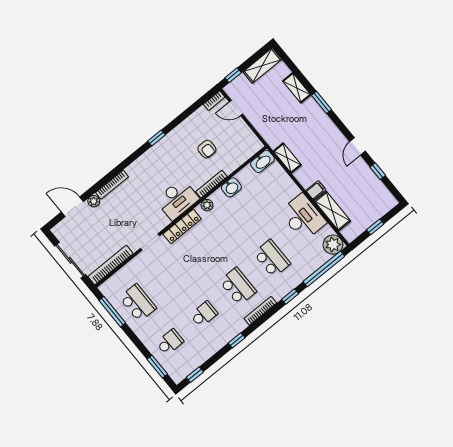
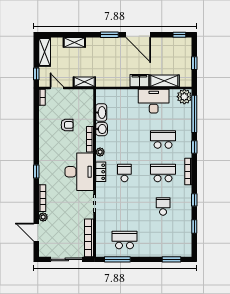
window: (321, 102) -> (109, 35), moved
door: (236, 108) -> (57, 88), swing flipped
window: (156, 138) -> (36, 171), moved
door: (357, 146) -> (138, 35), width x1.88
shelving: (287, 158) -> (84, 82), moved
washbasin: (262, 161) -> (101, 113), moved
window: (378, 171) -> (179, 35), moved
filing cabinet: (316, 190) -> (139, 81), width x2.00
desk: (177, 199) -> (79, 172), width x1.36, depth x1.30
door: (72, 207) -> (36, 232), hinge flipped
locker: (182, 226) -> (101, 172), width x0.66
school desk: (170, 342) -> (124, 173), moved
window: (195, 375) -> (194, 226), moved

